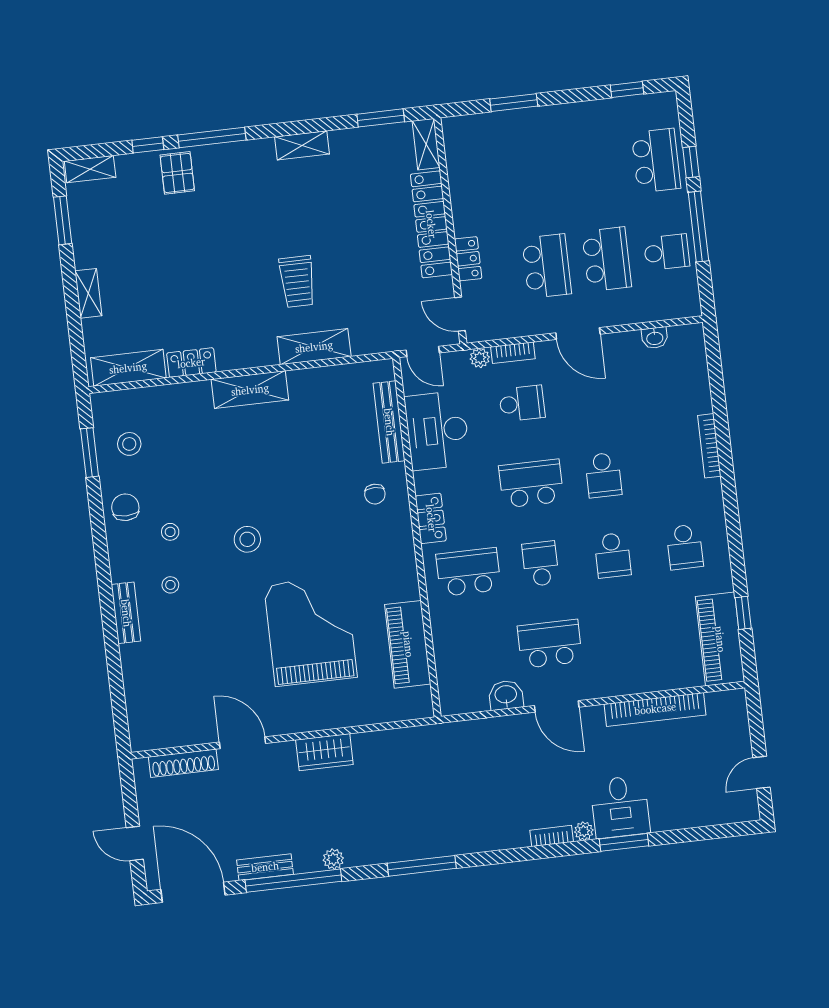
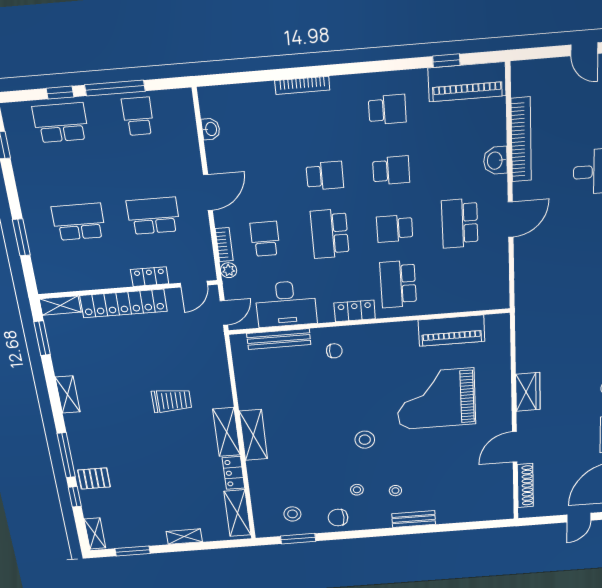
school desk: (607, 259) -> (79, 222), moved
shelving: (314, 347) -> (227, 432), moved
washbasin: (506, 695) -> (495, 161), moved

